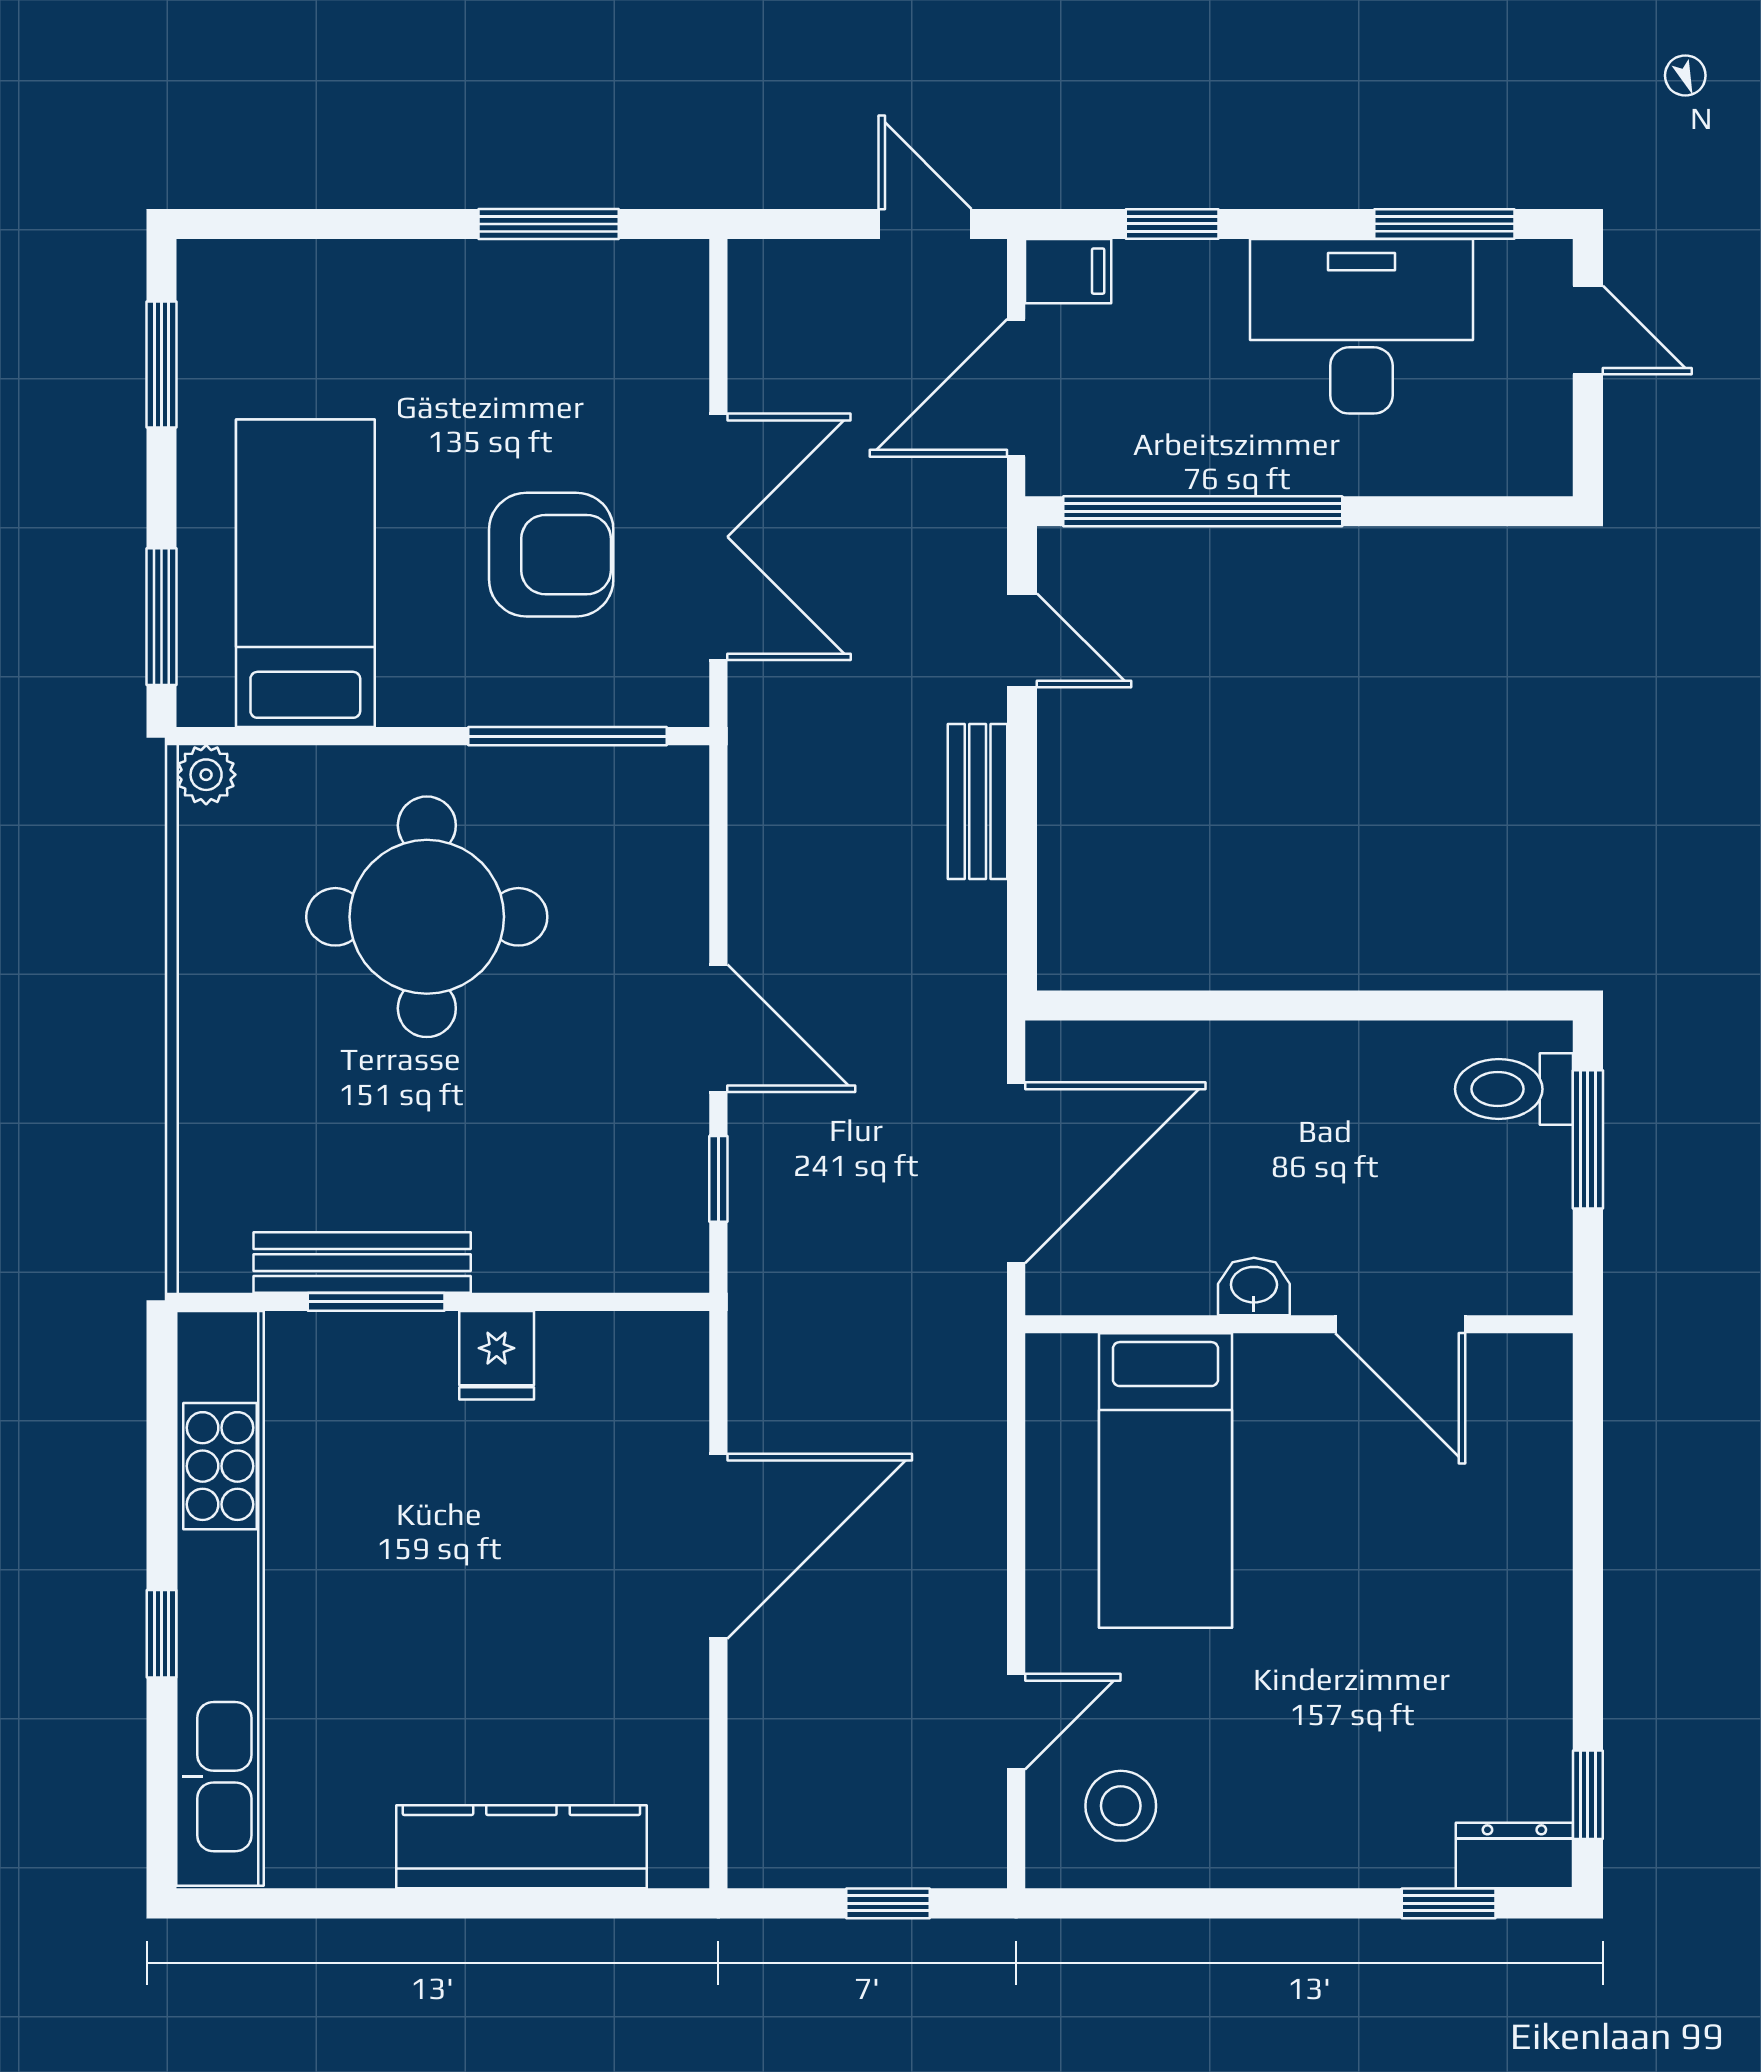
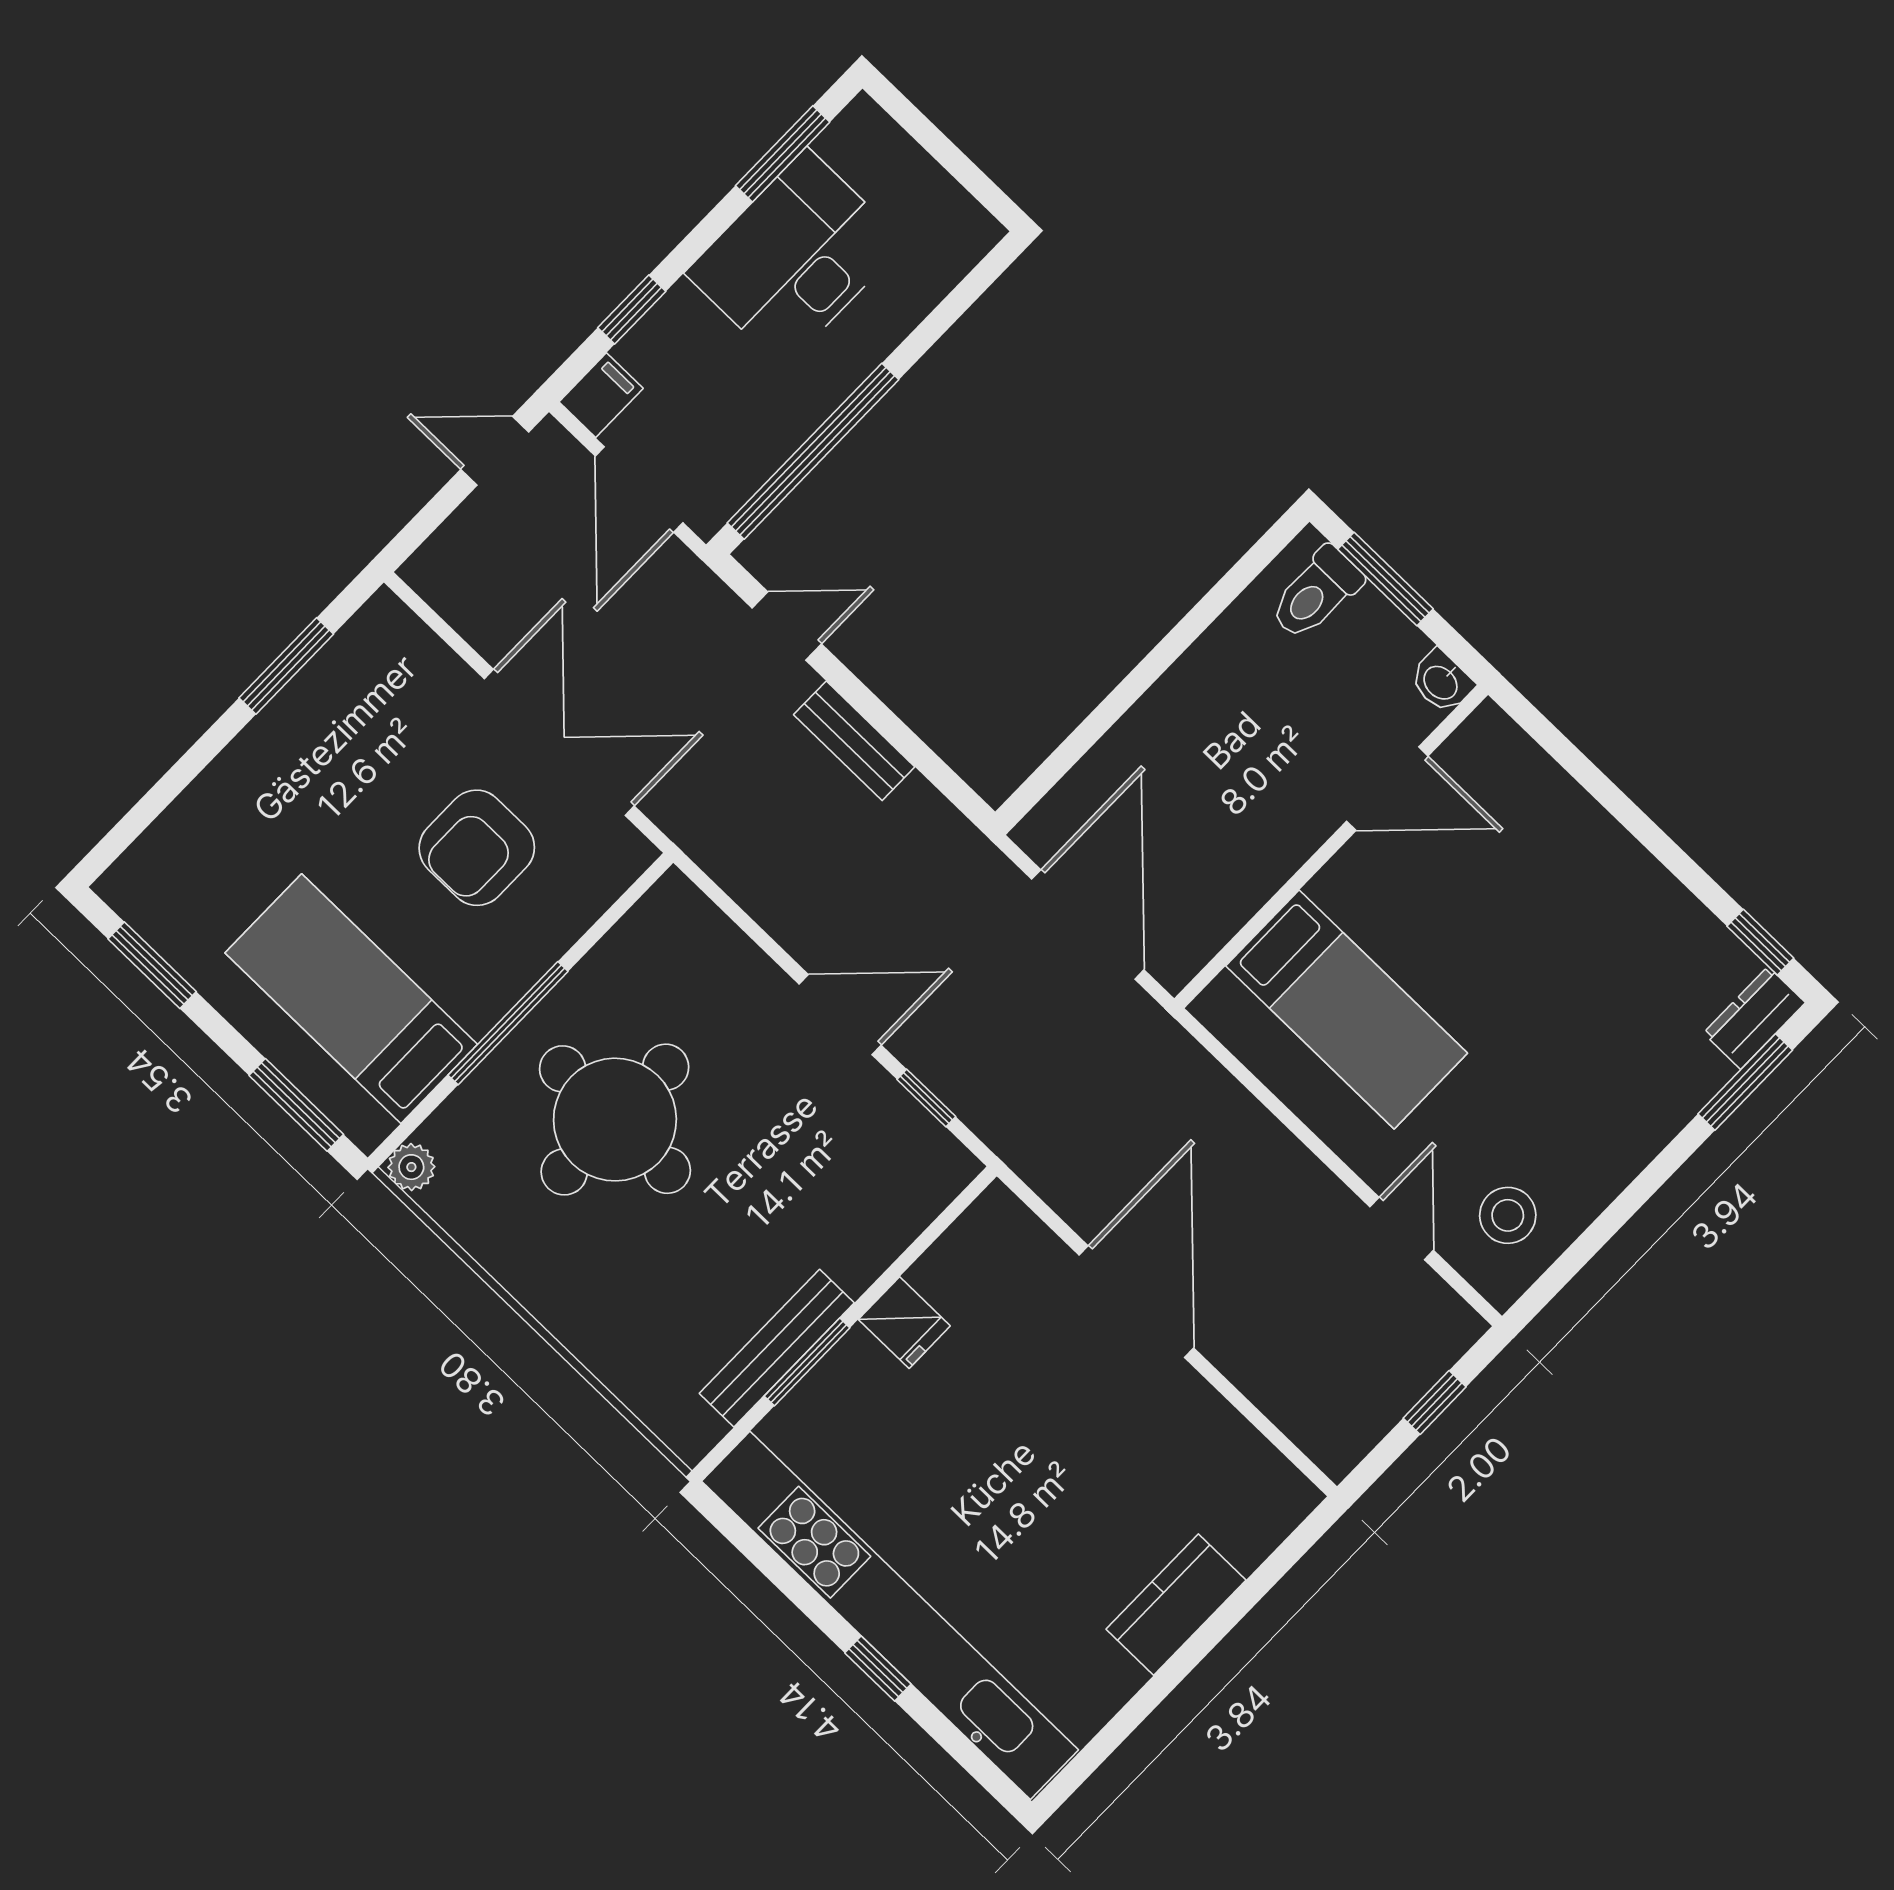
door: (1588, 330) -> (923, 131), removed
armchair: (551, 555) -> (477, 848), turned 180
window: (568, 736) -> (508, 1023), moved
washbasin: (1254, 1286) -> (1441, 682), moved, turned -90
kitchen counter: (521, 1847) -> (1176, 1605), width x0.67
window: (1449, 1903) -> (1745, 1082), width x1.50

